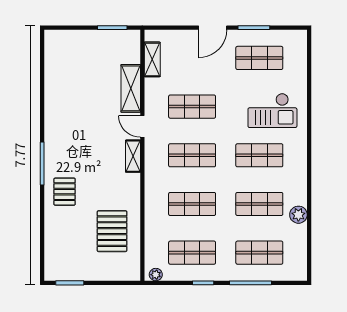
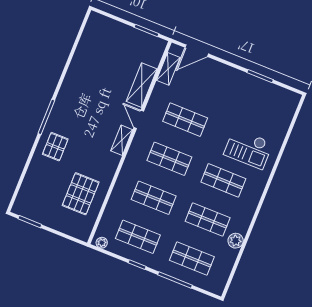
door: (213, 28) -> (197, 51), moved
shop shelf: (259, 58) -> (255, 102), removed

